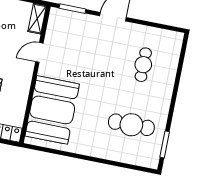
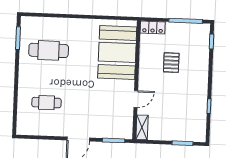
cafe table: (143, 65) -> (46, 103), turned 90

